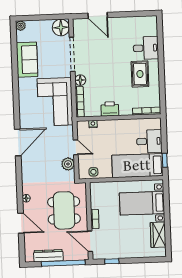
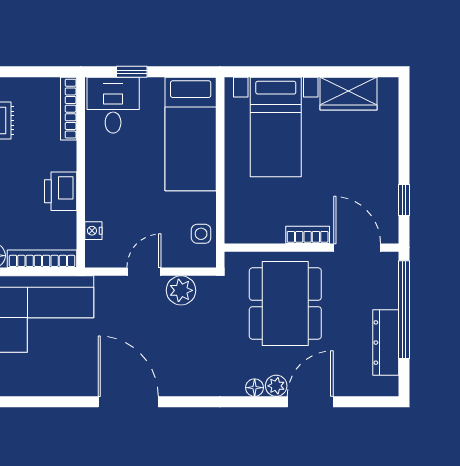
desk: (149, 141) -> (113, 105), moved
window: (165, 160) -> (132, 72), moved
plant: (27, 208) -> (276, 386), added
dining table: (64, 210) -> (285, 303), turned 90
door: (90, 241) -> (357, 248), swing flipped

